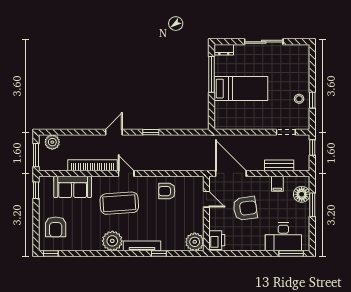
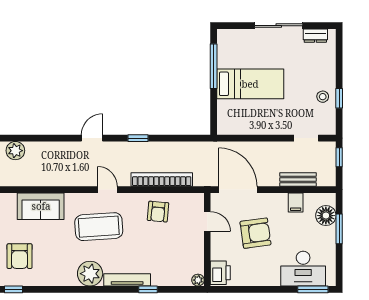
dresser: (224, 50) -> (315, 36), moved
bookcase: (93, 165) -> (162, 179), moved
armchair: (167, 191) -> (158, 212), turned -85
plant: (195, 242) -> (198, 280), width x0.53, depth x0.53

